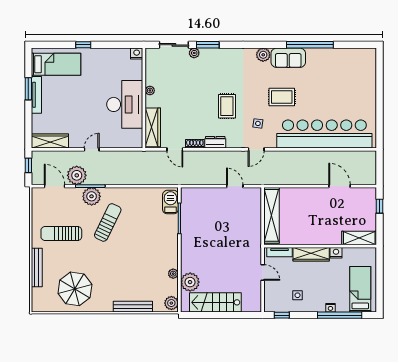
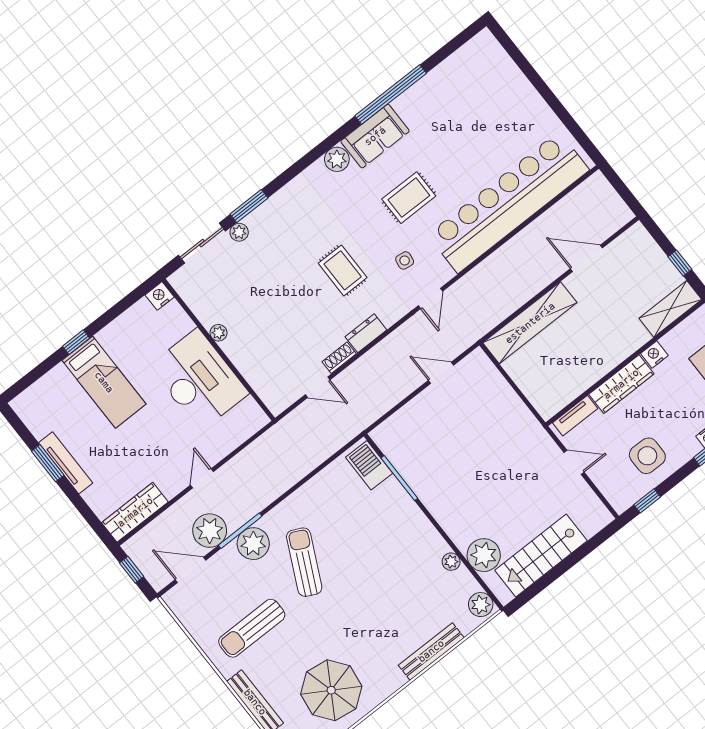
bed: (56, 64) -> (104, 382), moved, turned 90
wardrobe: (153, 127) -> (263, 381), removed
window: (379, 206) -> (680, 263), moved
shelving: (271, 215) -> (530, 323), moved, turned 90
side table: (298, 295) -> (647, 456), width x1.87, depth x1.87

